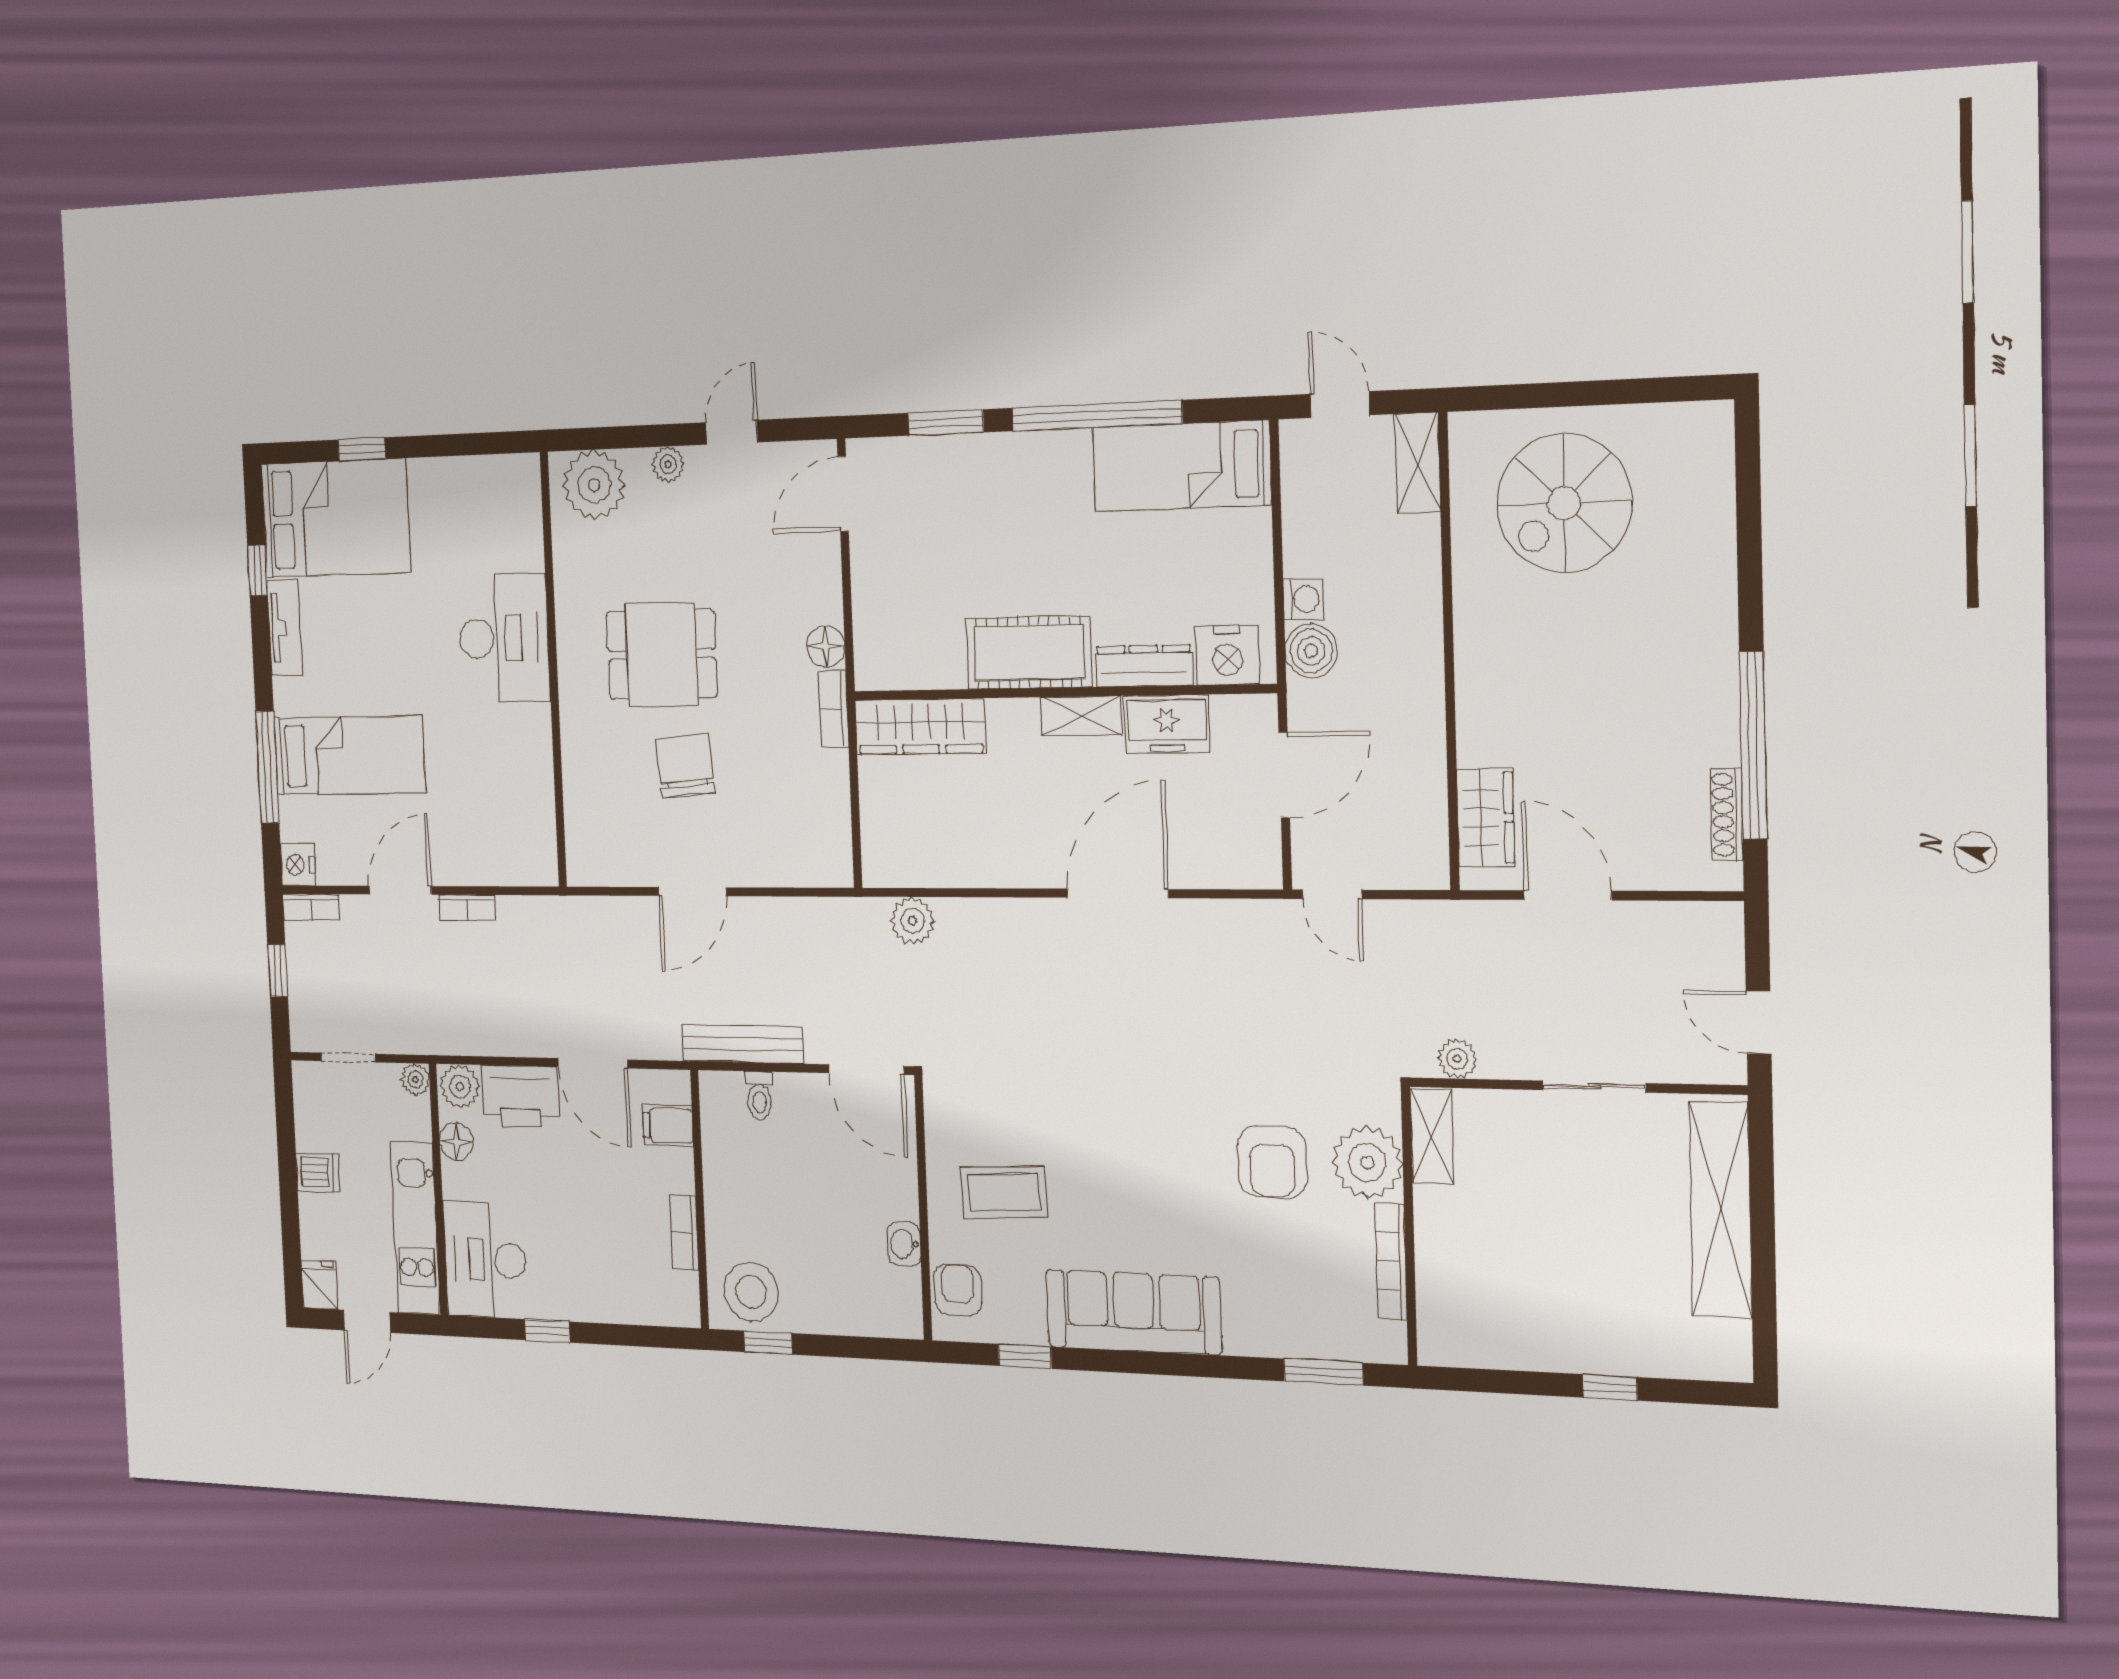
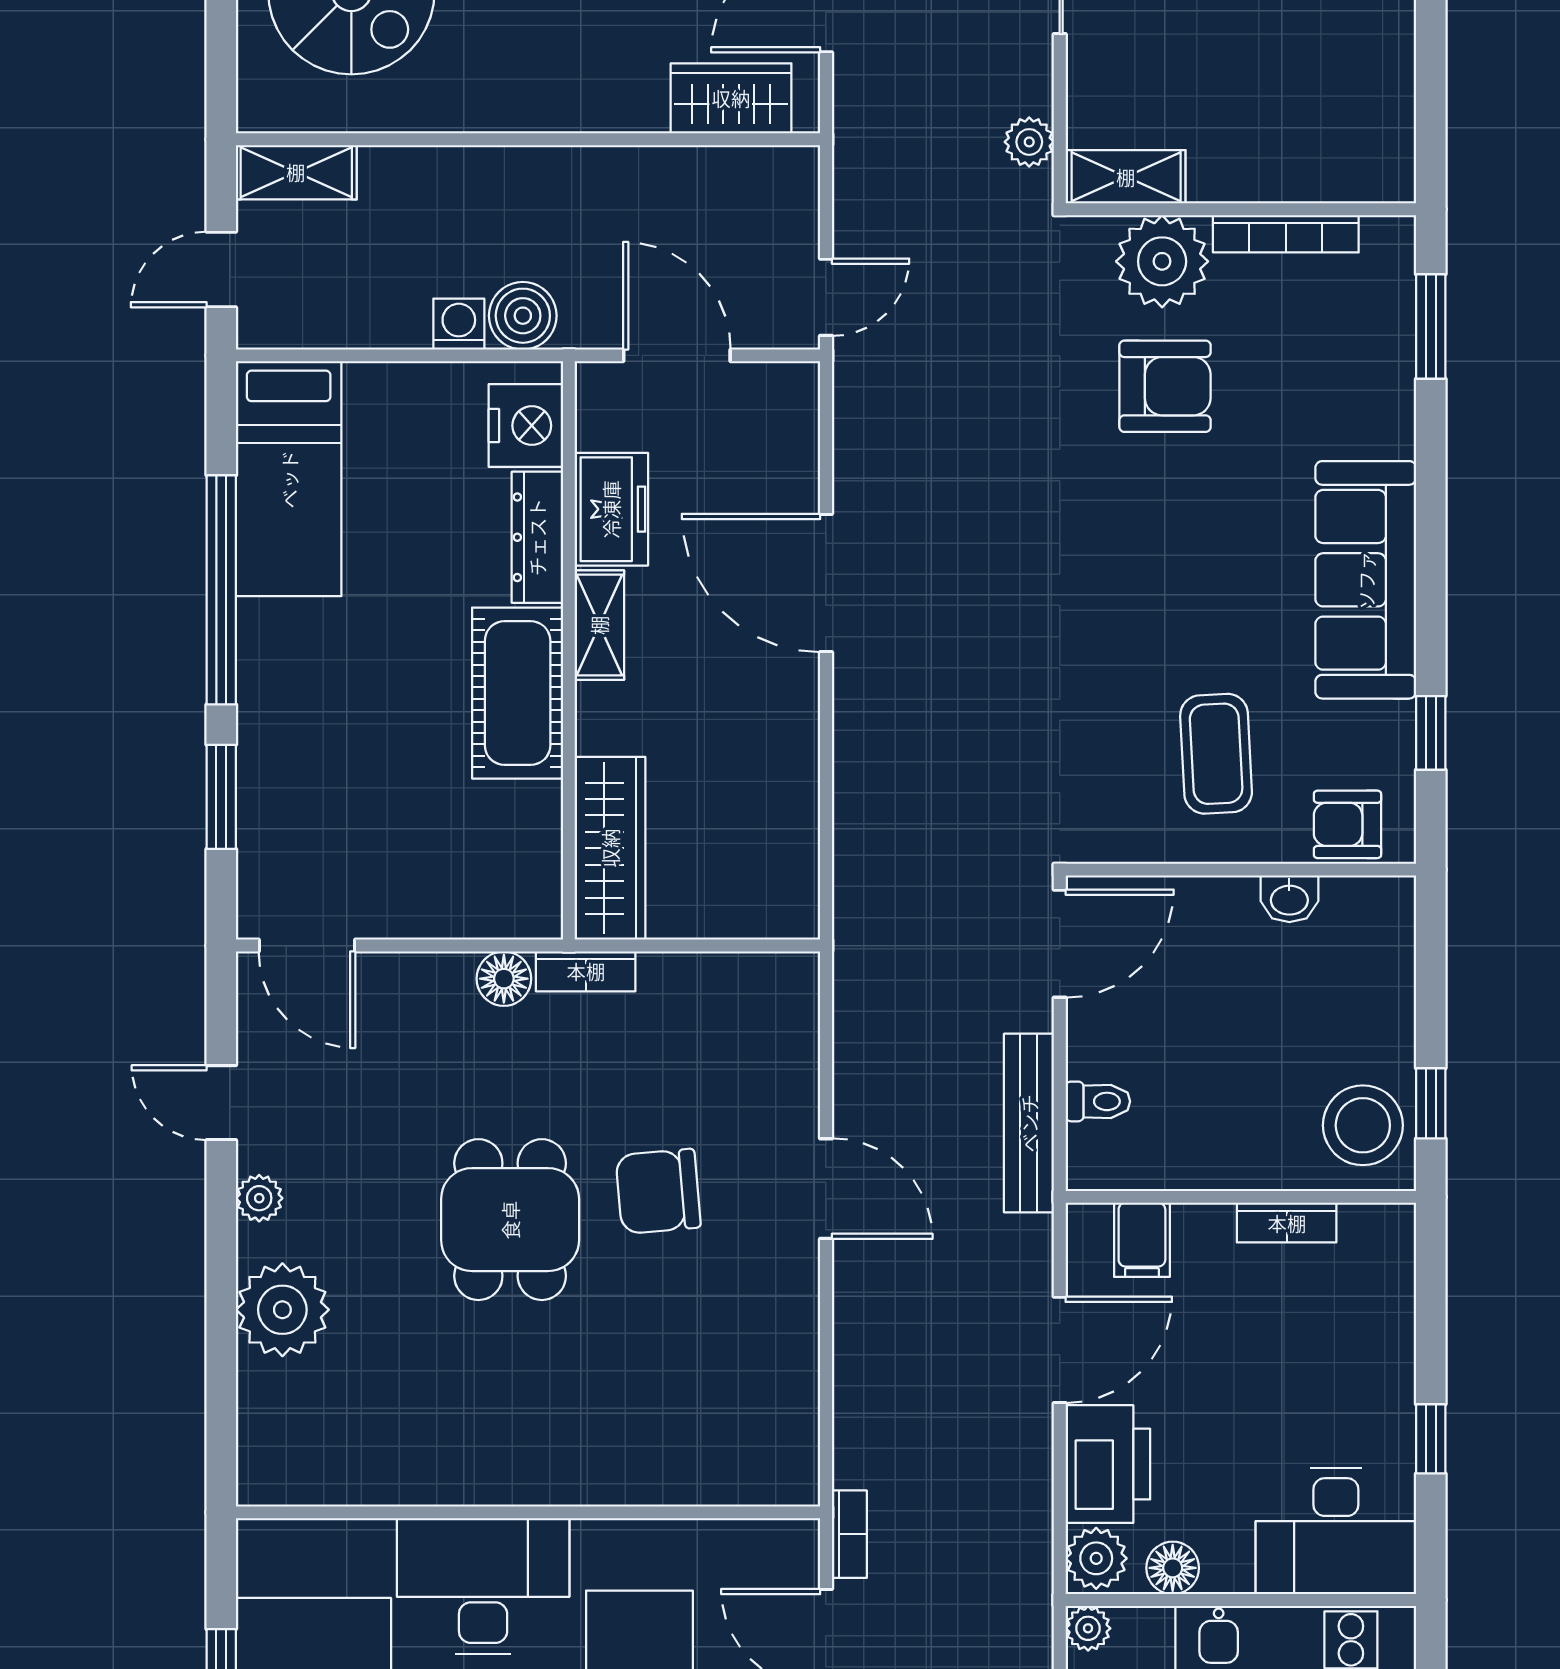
desk: (504, 638) -> (483, 1586), moved
wall: (553, 670) -> (528, 1512), moved
plant: (913, 921) -> (863, 870), removed

